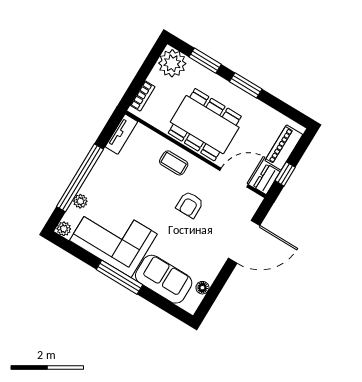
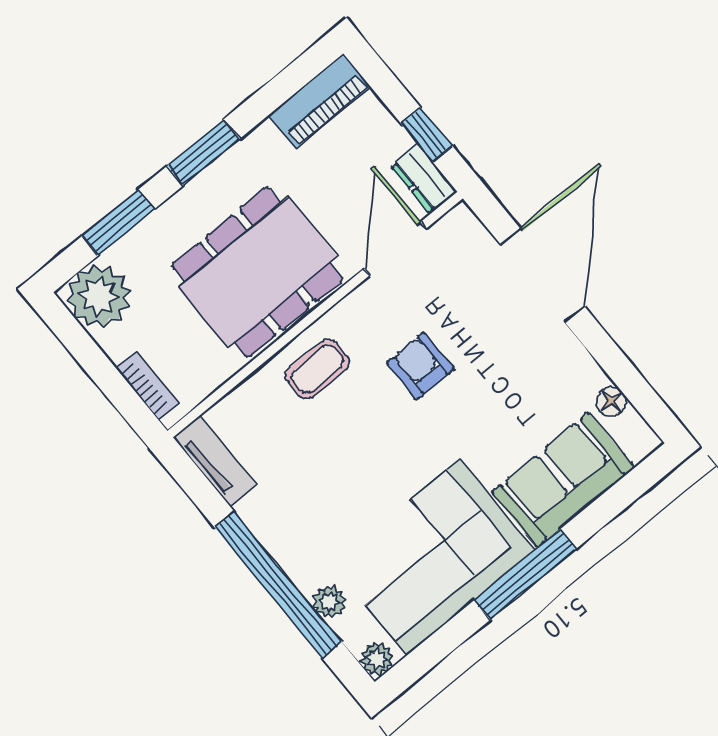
piano: (284, 147) -> (320, 101), moved, turned -90
armchair: (190, 205) -> (420, 366), turned 180

